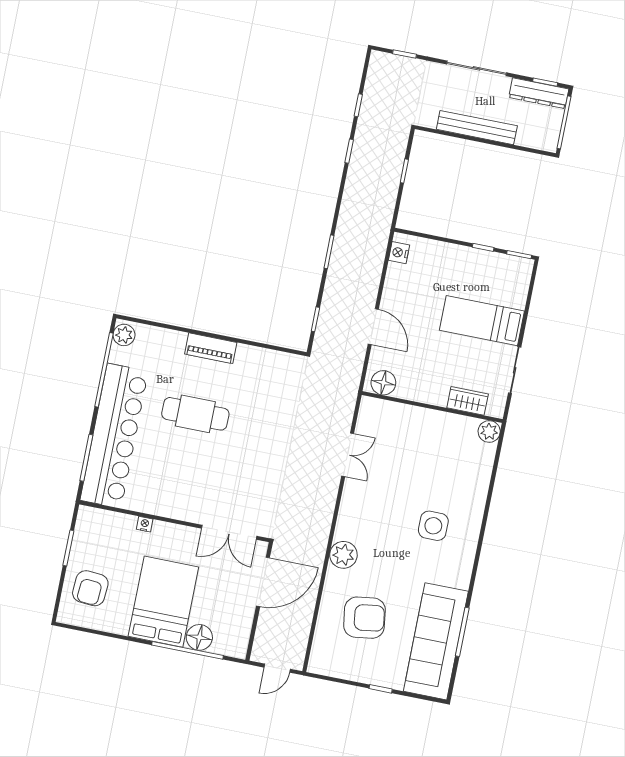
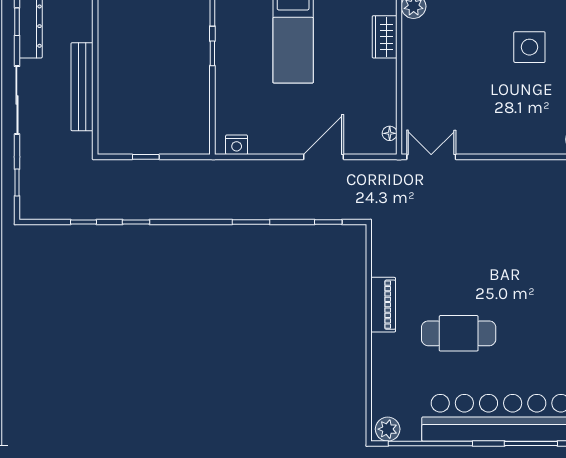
piano: (211, 348) -> (383, 305), moved
floor lamp: (383, 383) -> (390, 133), width x0.53, depth x0.53
cafe table: (195, 414) -> (459, 333), turned 90
double door: (348, 455) -> (431, 157), moved

